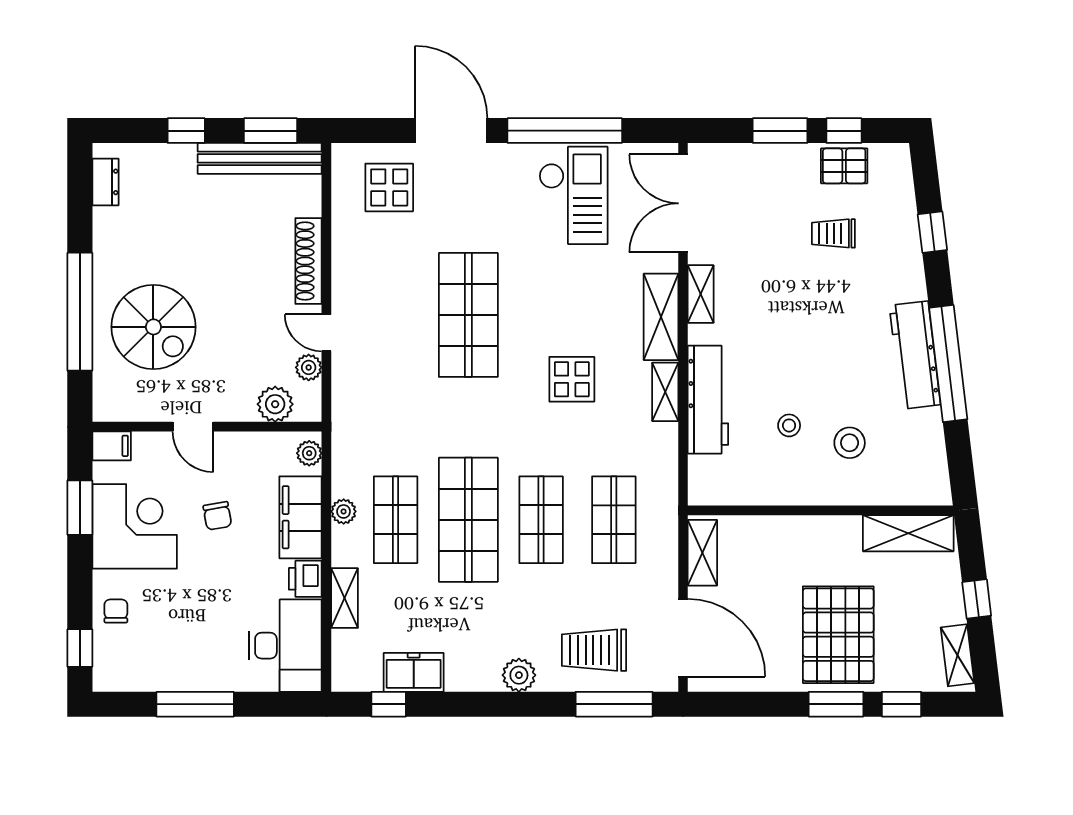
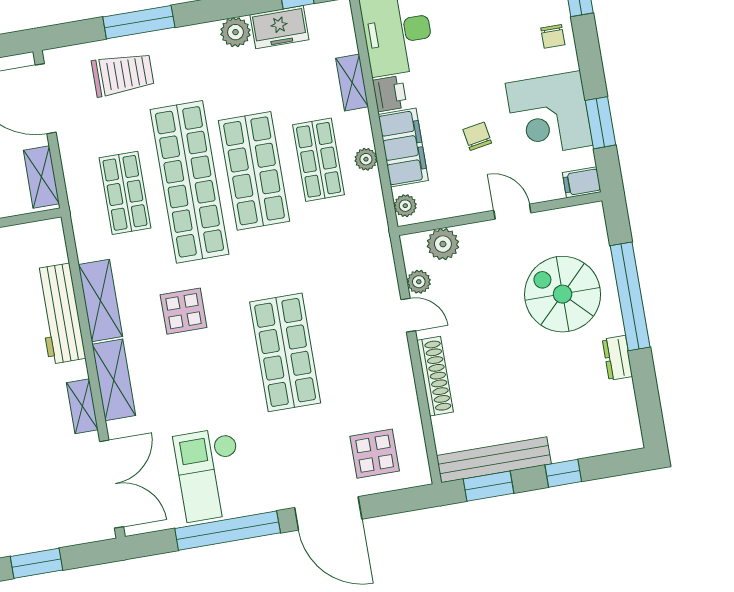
dresser: (105, 182) -> (617, 358), moved
shelving: (665, 392) -> (100, 300), width x1.50, depth x1.33
shop shelf: (541, 520) -> (189, 182), width x2.00, depth x1.36
plant: (519, 675) -> (235, 32), moved
window: (614, 704) -> (139, 22), moved

